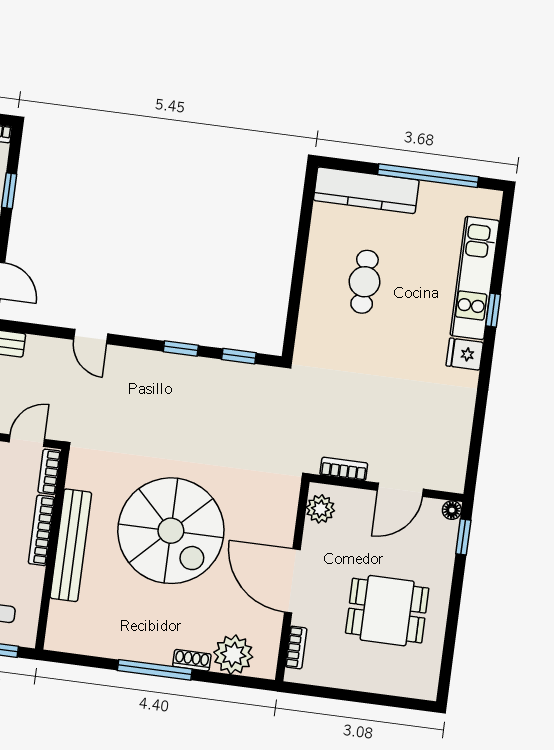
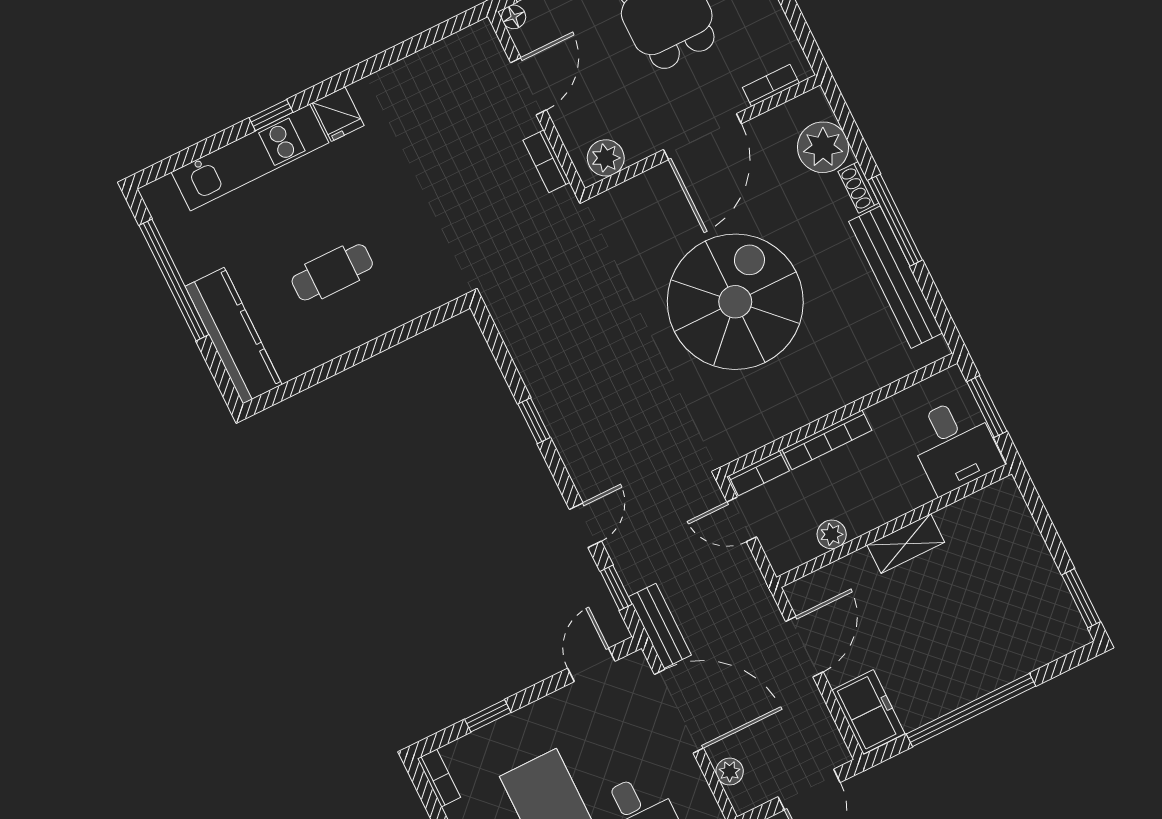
window: (239, 356) -> (616, 588), moved
door: (400, 490) -> (529, 86), hinge flipped
bench: (71, 545) -> (896, 277), moved, turned 90

